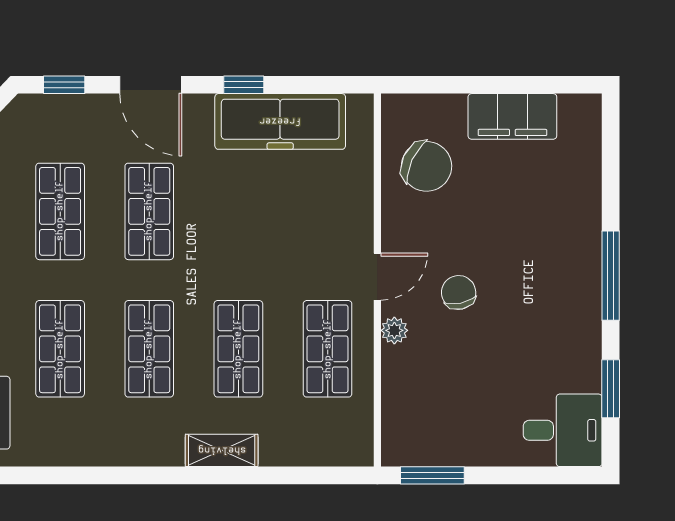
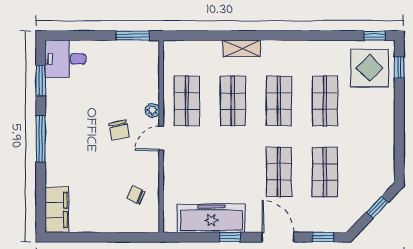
filing cabinet: (512, 116) -> (57, 210), moved, turned 90
chair: (426, 166) -> (136, 195), width x0.54, depth x0.54

